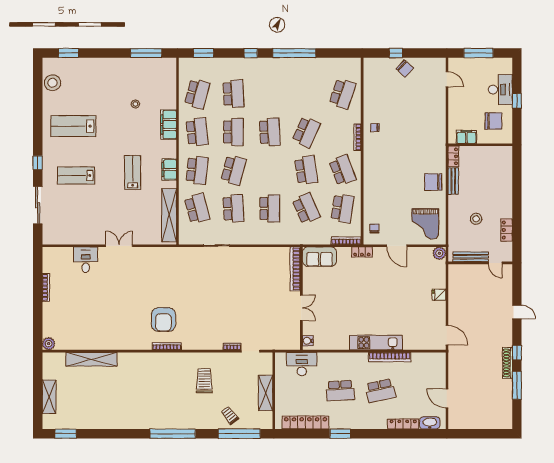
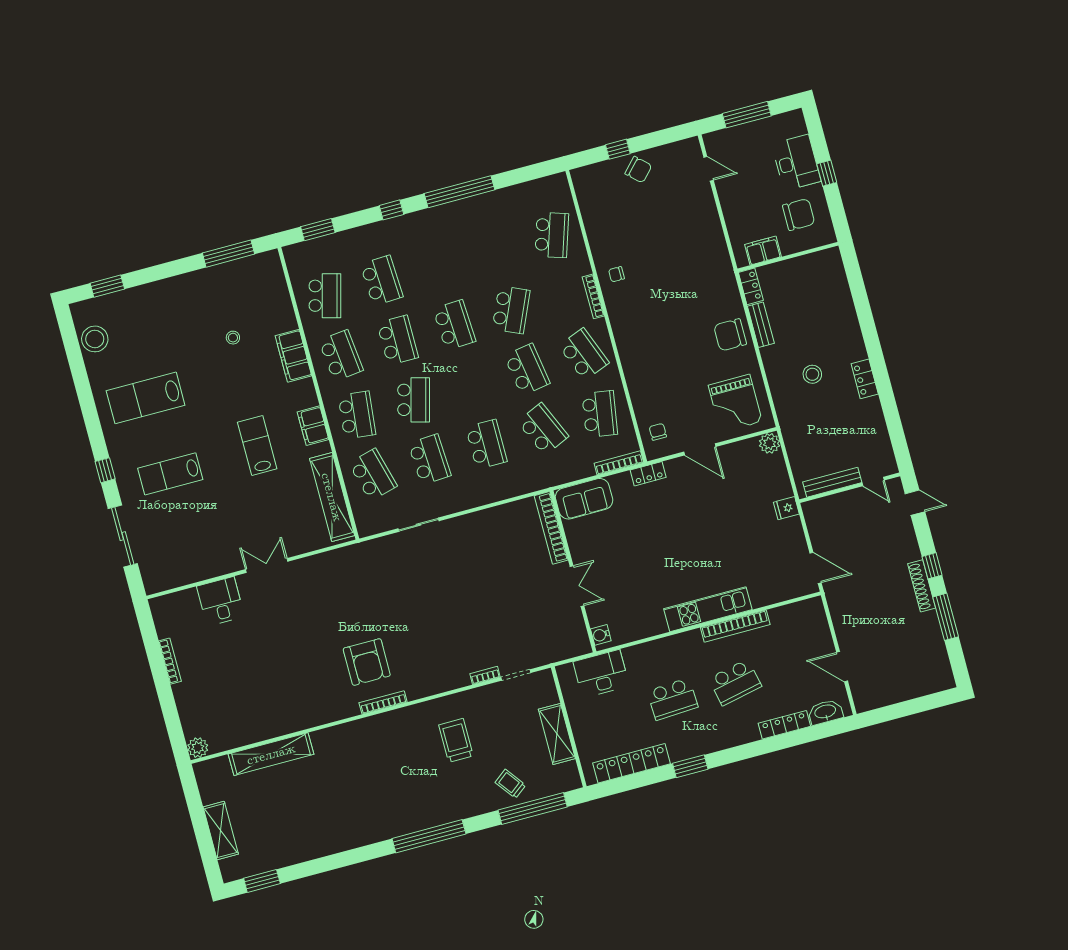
bench: (471, 257) -> (832, 482), moved
wall: (480, 263) -> (850, 488), moved
door: (495, 263) -> (873, 481), moved

